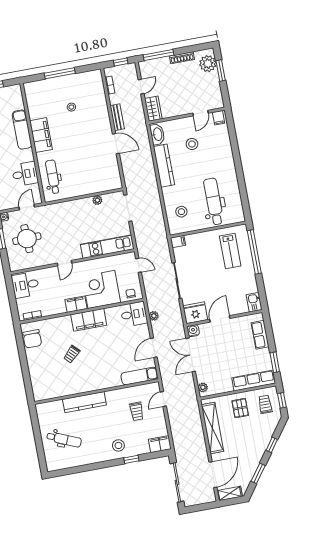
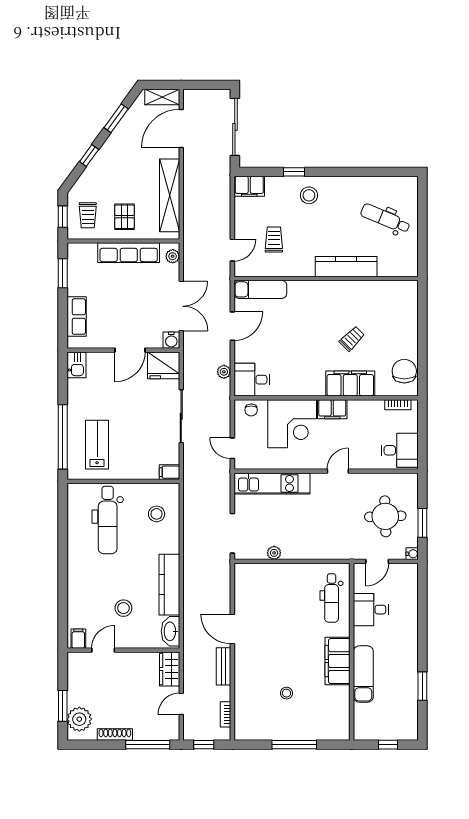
filing cabinet: (89, 320) -> (350, 383), moved
row of seats: (254, 380) -> (129, 253), moved

